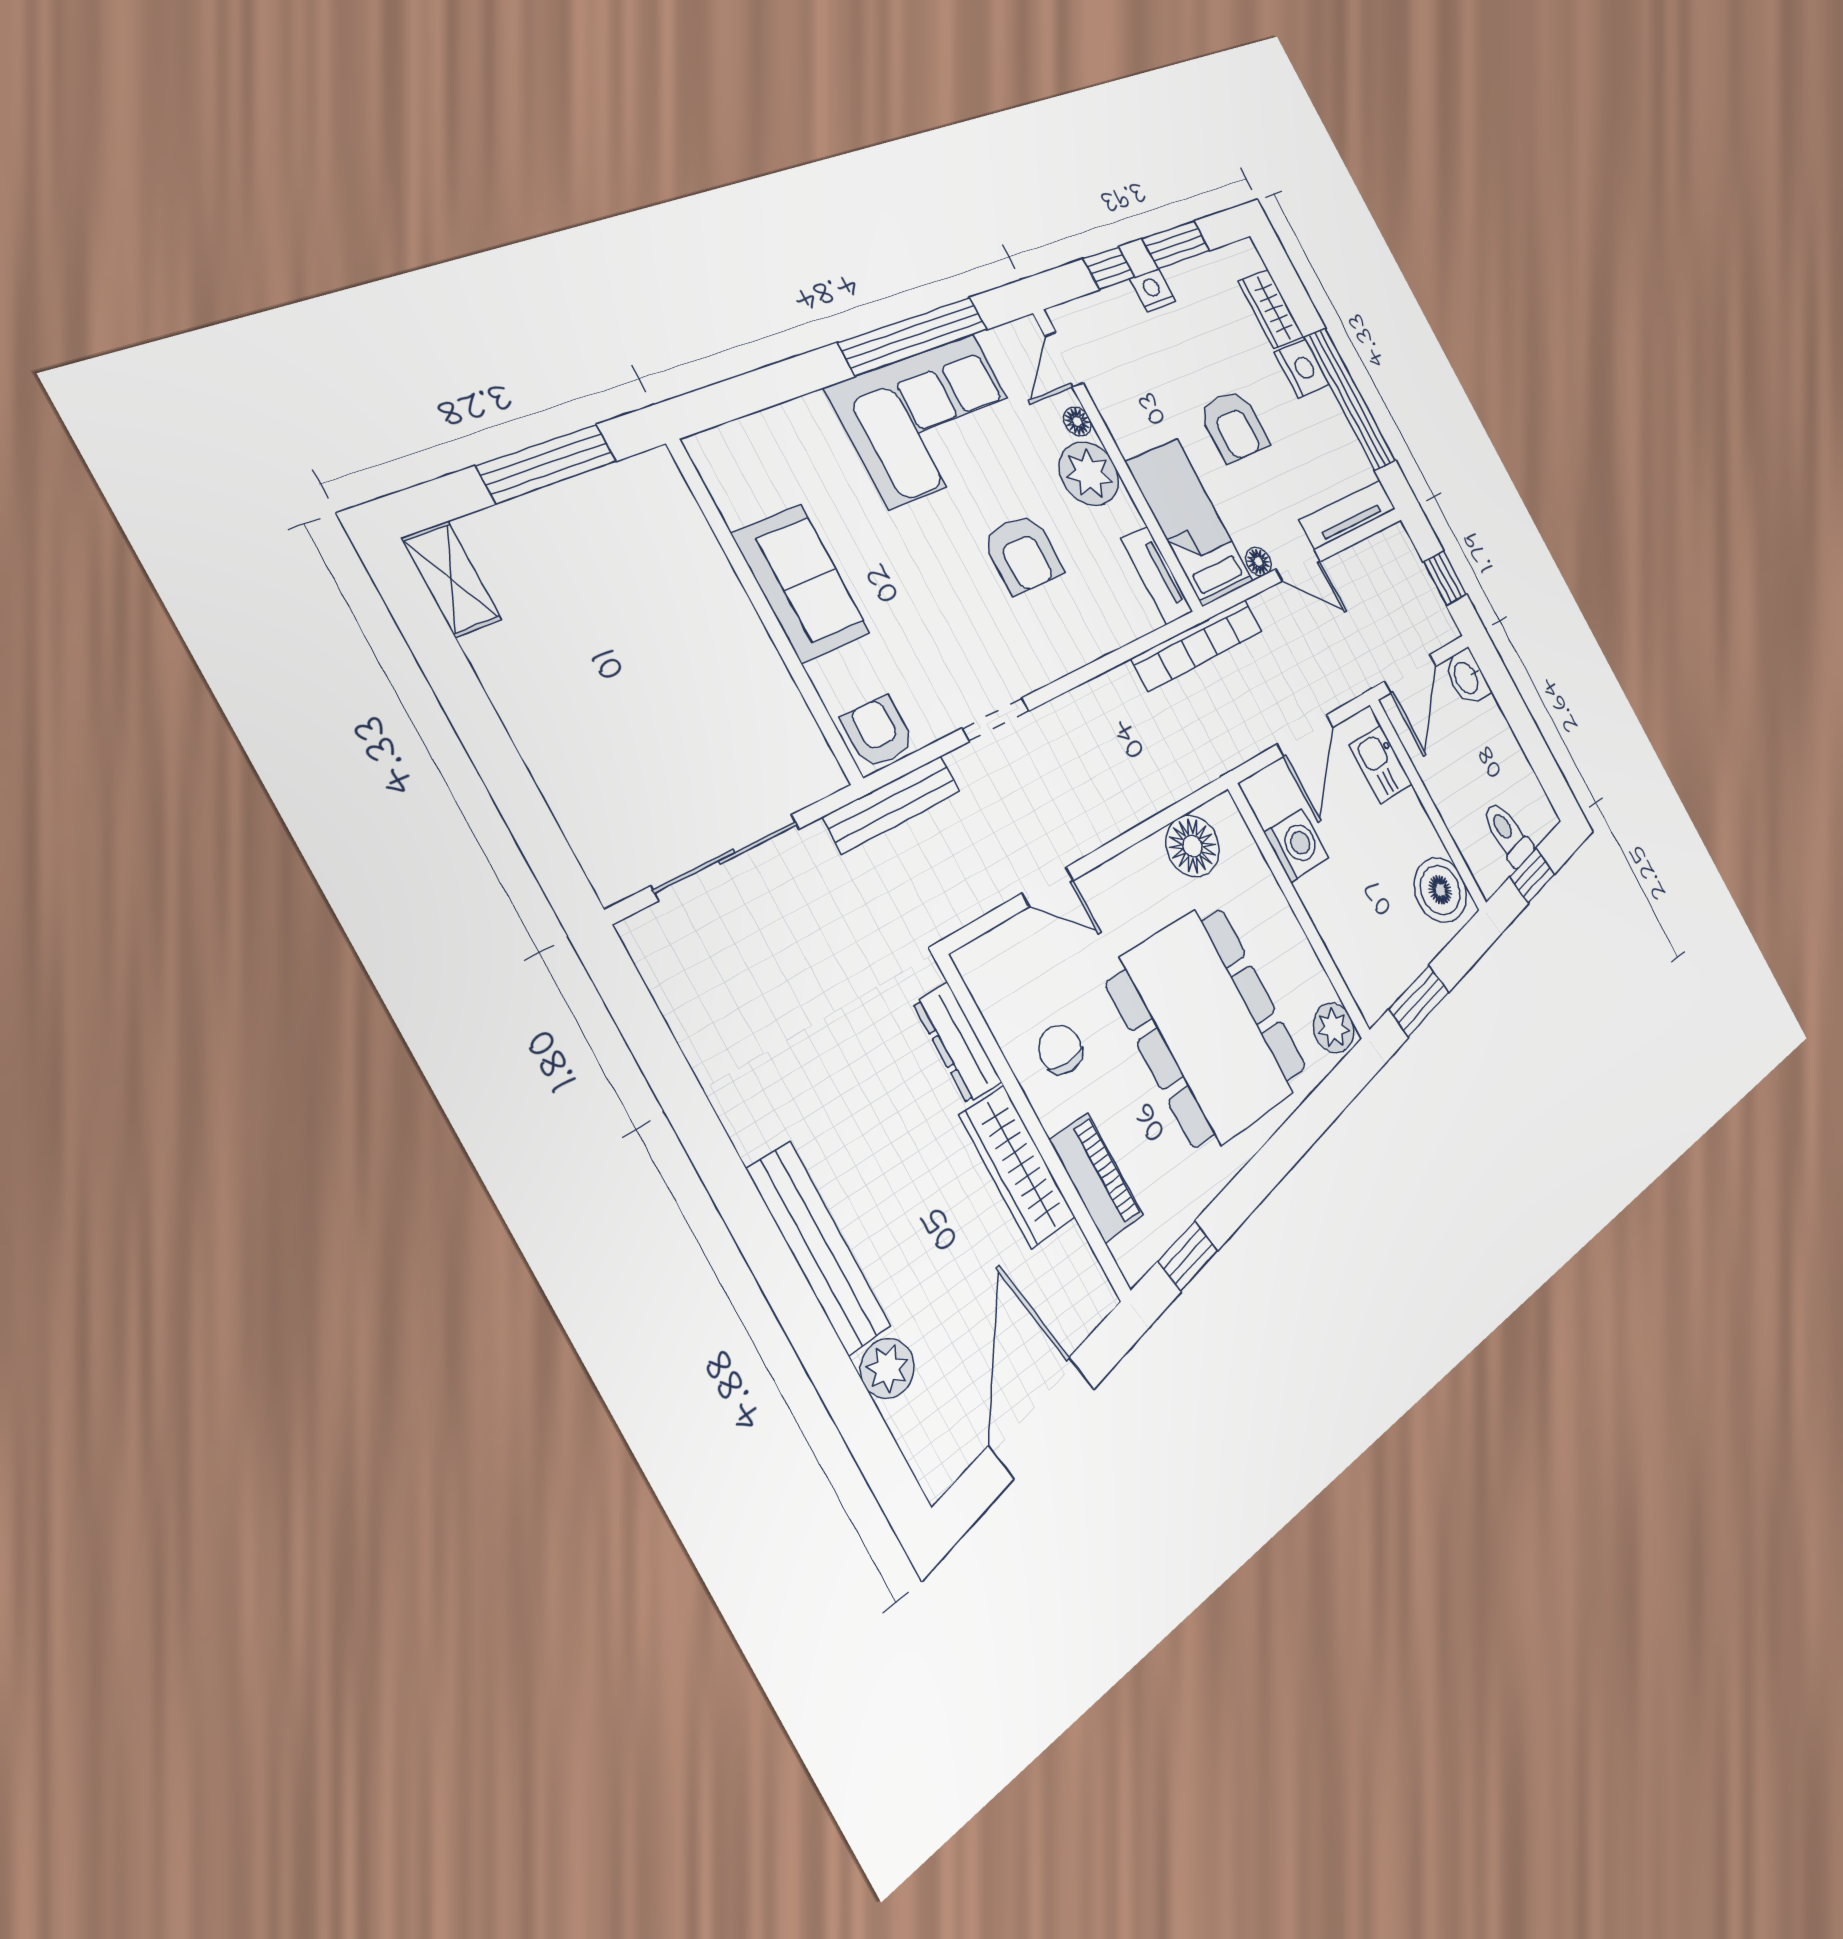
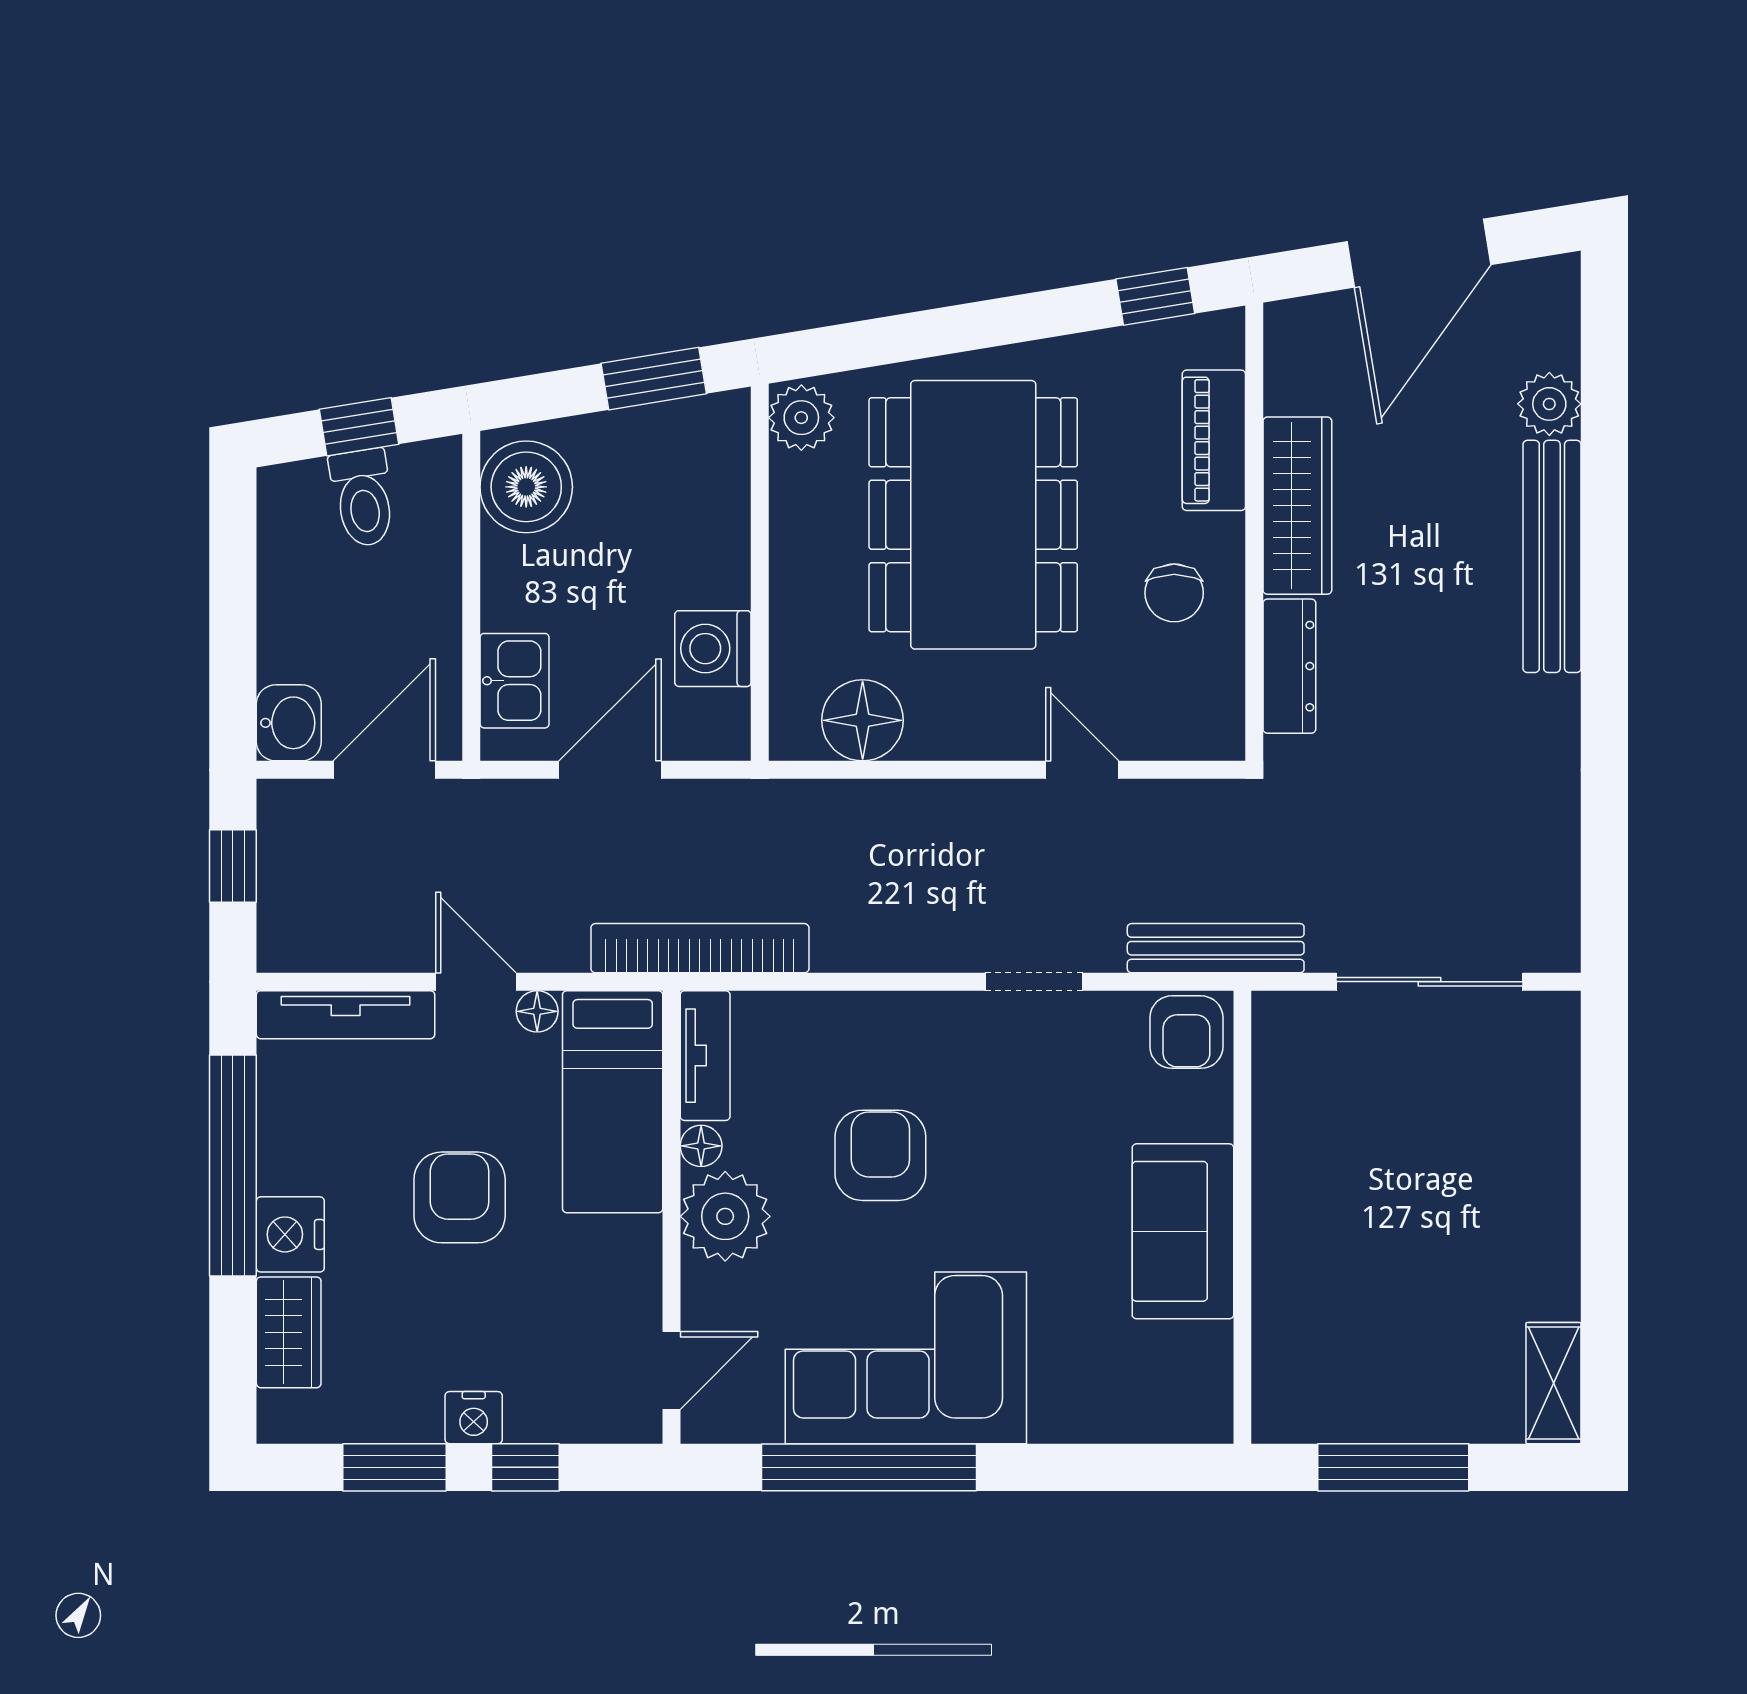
floor lamp: (1077, 421) -> (701, 1146), moved

